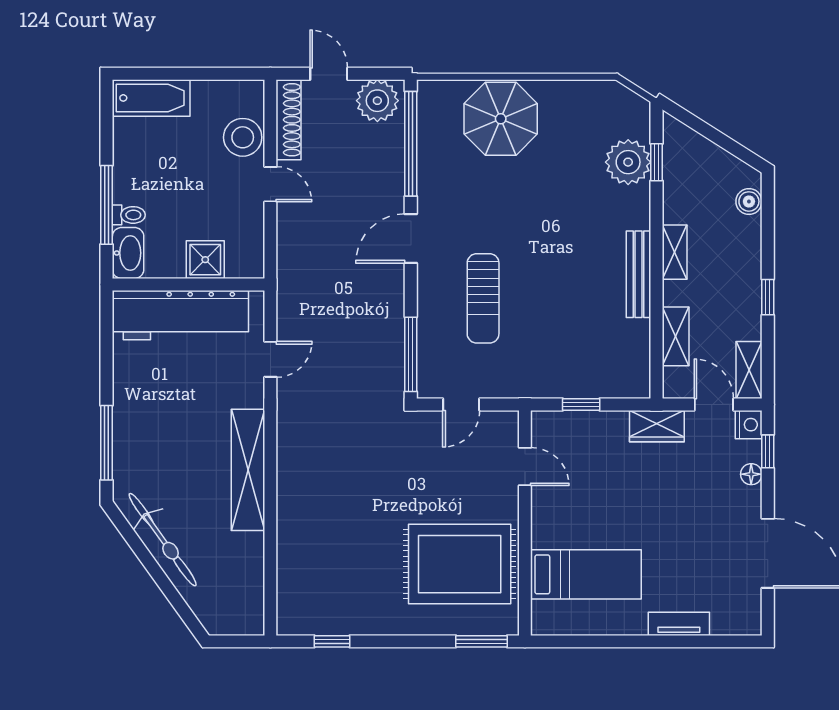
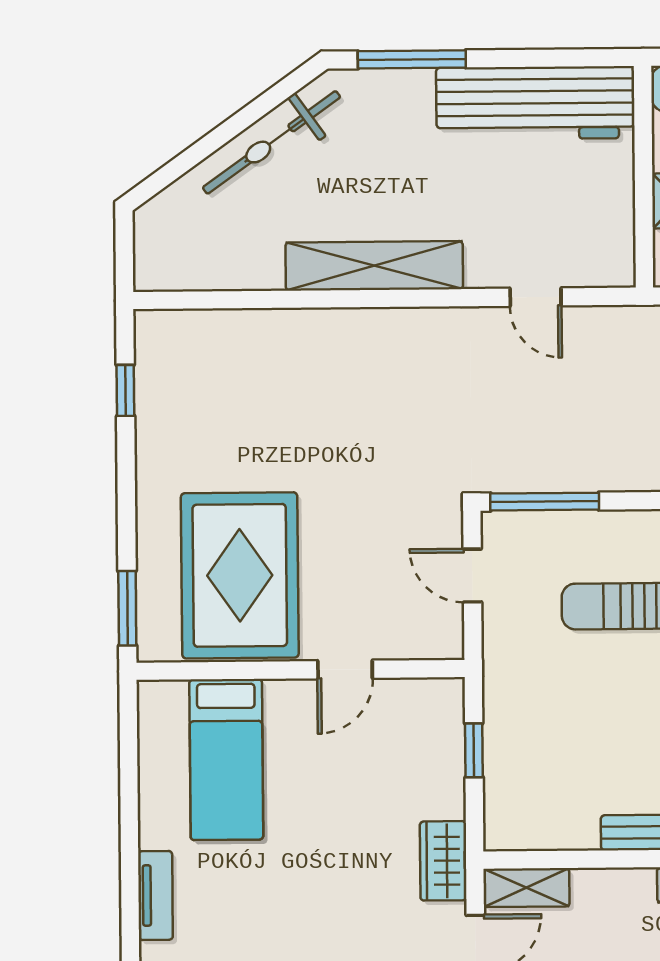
workbench: (180, 315) -> (535, 103), moved, turned -90
shelving: (676, 336) -> (526, 888), moved
door: (525, 467) -> (345, 670), moved

